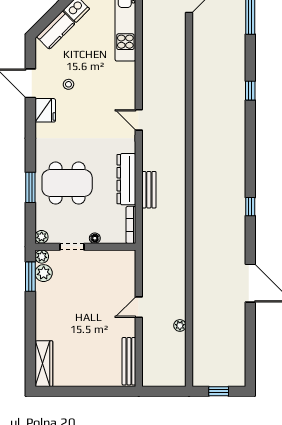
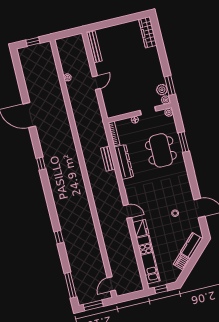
fridge: (45, 110) -> (141, 228), moved, turned 180
door: (139, 120) -> (128, 211), moved
dining table: (67, 183) -> (161, 150), turned 90

